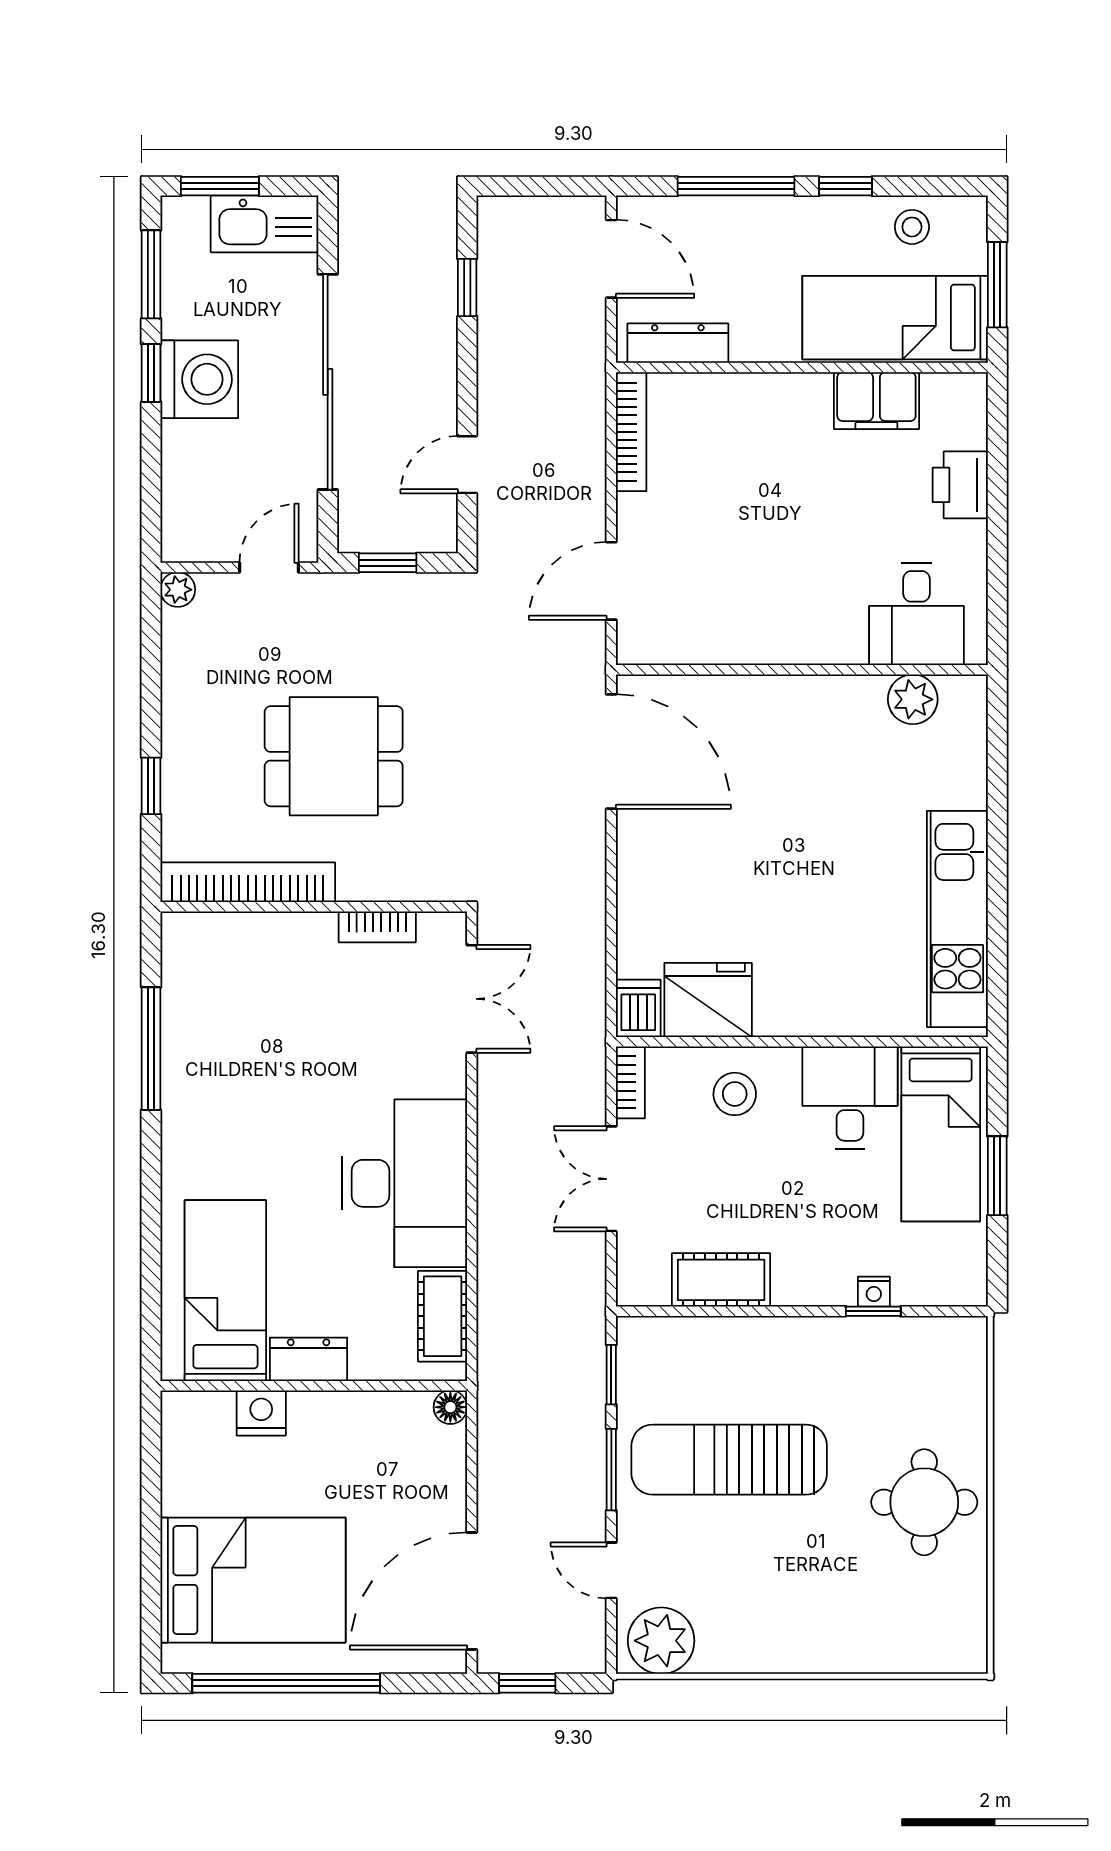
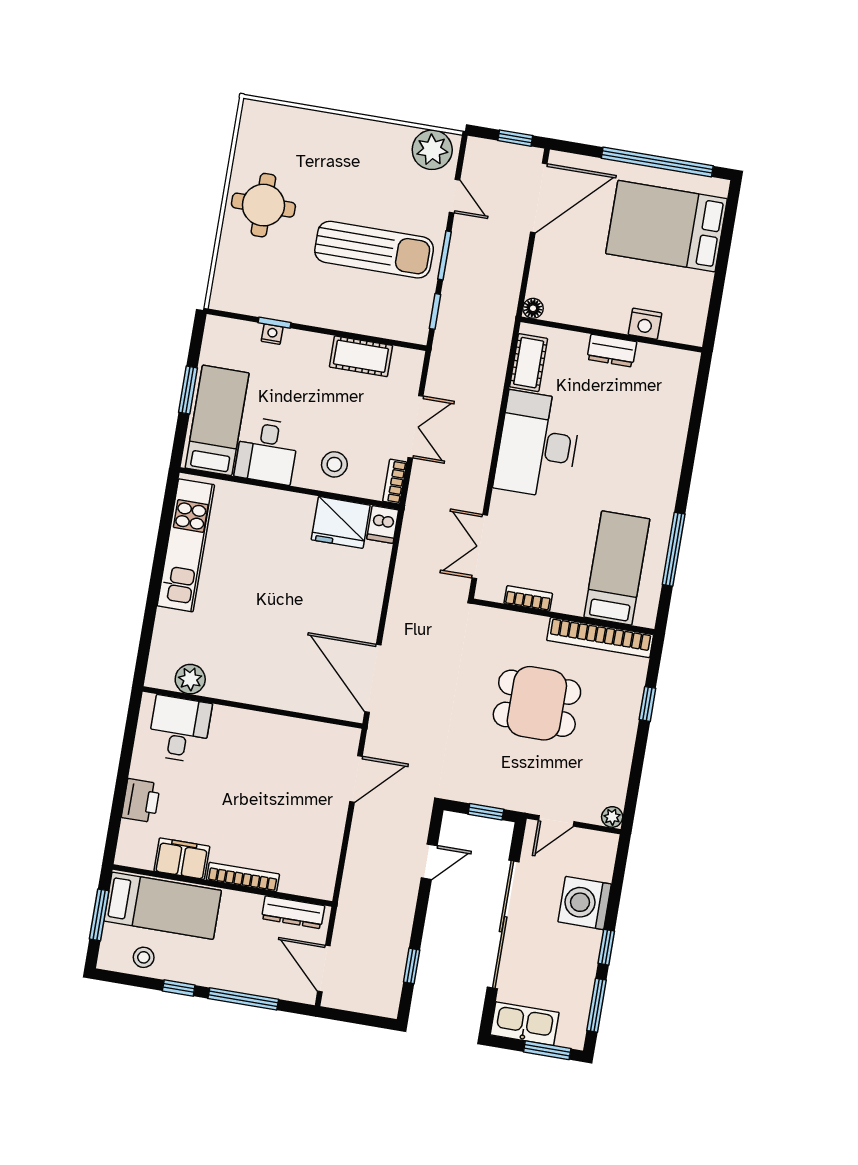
washing machine: (199, 379) -> (585, 903), moved
bookcase: (631, 432) -> (243, 877), moved, turned 90
bed: (225, 1291) -> (617, 568), moved, turned 180

